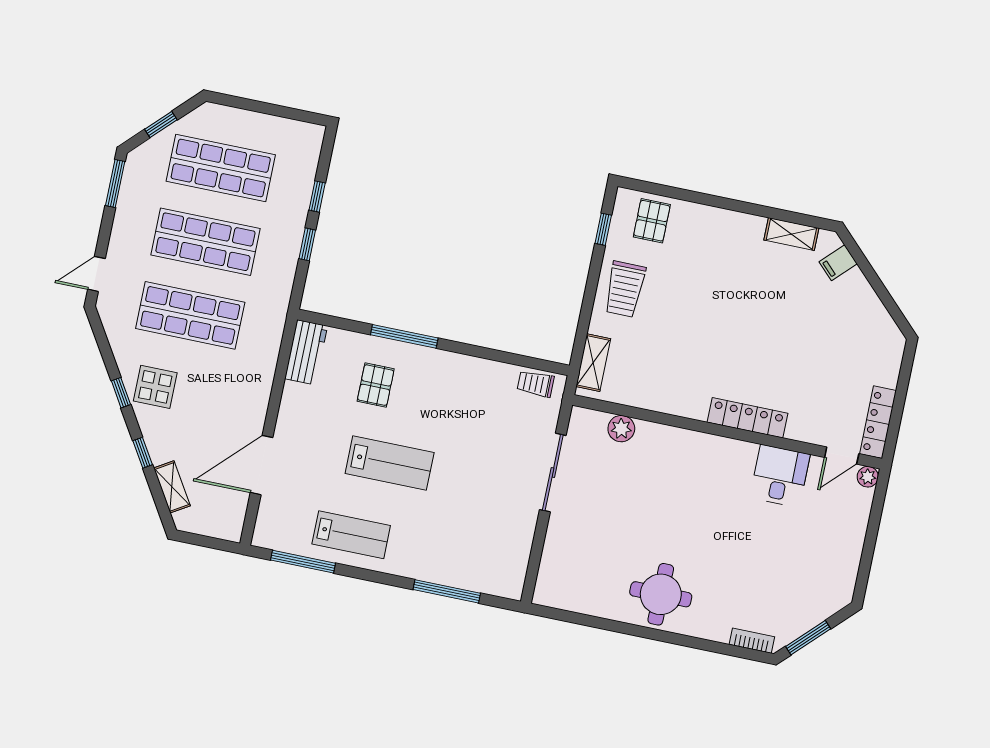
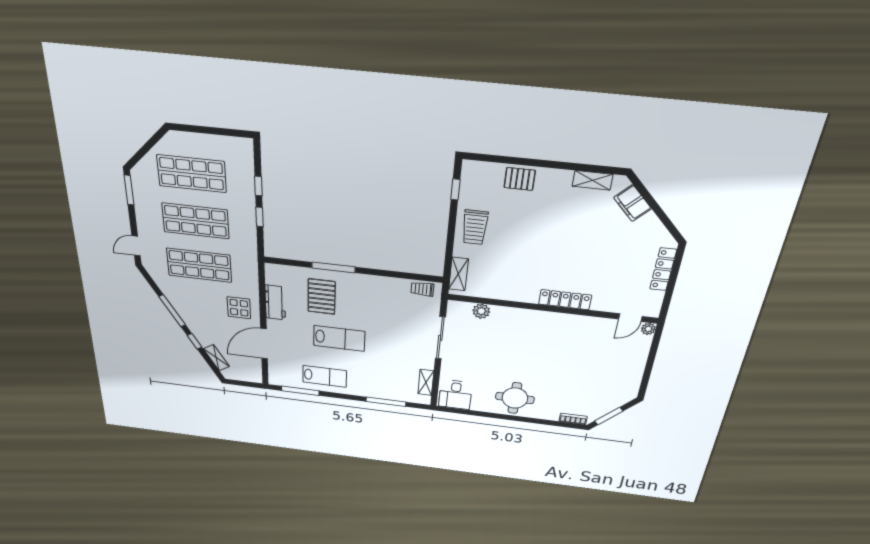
window: (161, 125) -> (145, 149), removed
pallet: (652, 221) -> (520, 179), moved, turned 90
filing cabinet: (838, 263) -> (633, 203), width x2.00
workbench: (306, 352) -> (275, 303), moved
pallet: (376, 385) -> (322, 297), width x1.50, depth x1.42
display table: (155, 387) -> (239, 308), moved
window: (121, 393) -> (172, 311), width x2.17
locker: (878, 422) -> (663, 269), moved
desk: (780, 476) -> (455, 395), moved, turned 180
shelving: (519, 556) -> (426, 382), added

